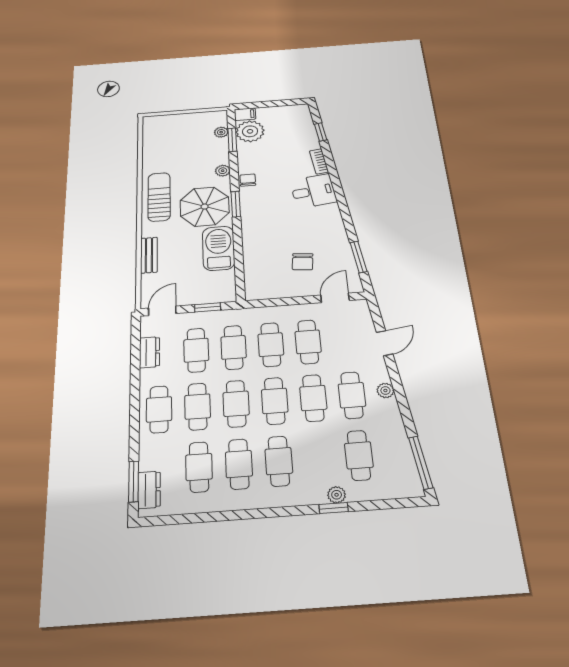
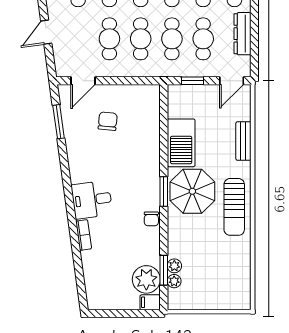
window: (321, 132) -> (79, 272), removed
plant: (223, 171) -> (174, 266), moved
dresser: (149, 352) -> (242, 34), width x1.44

